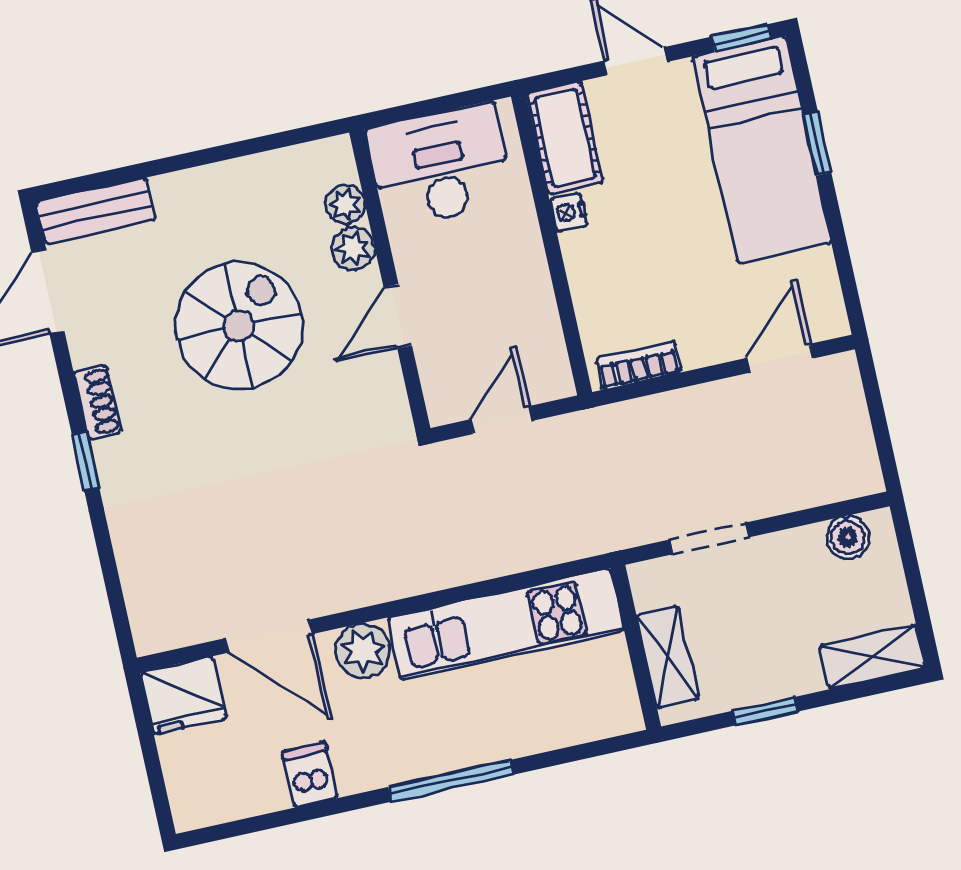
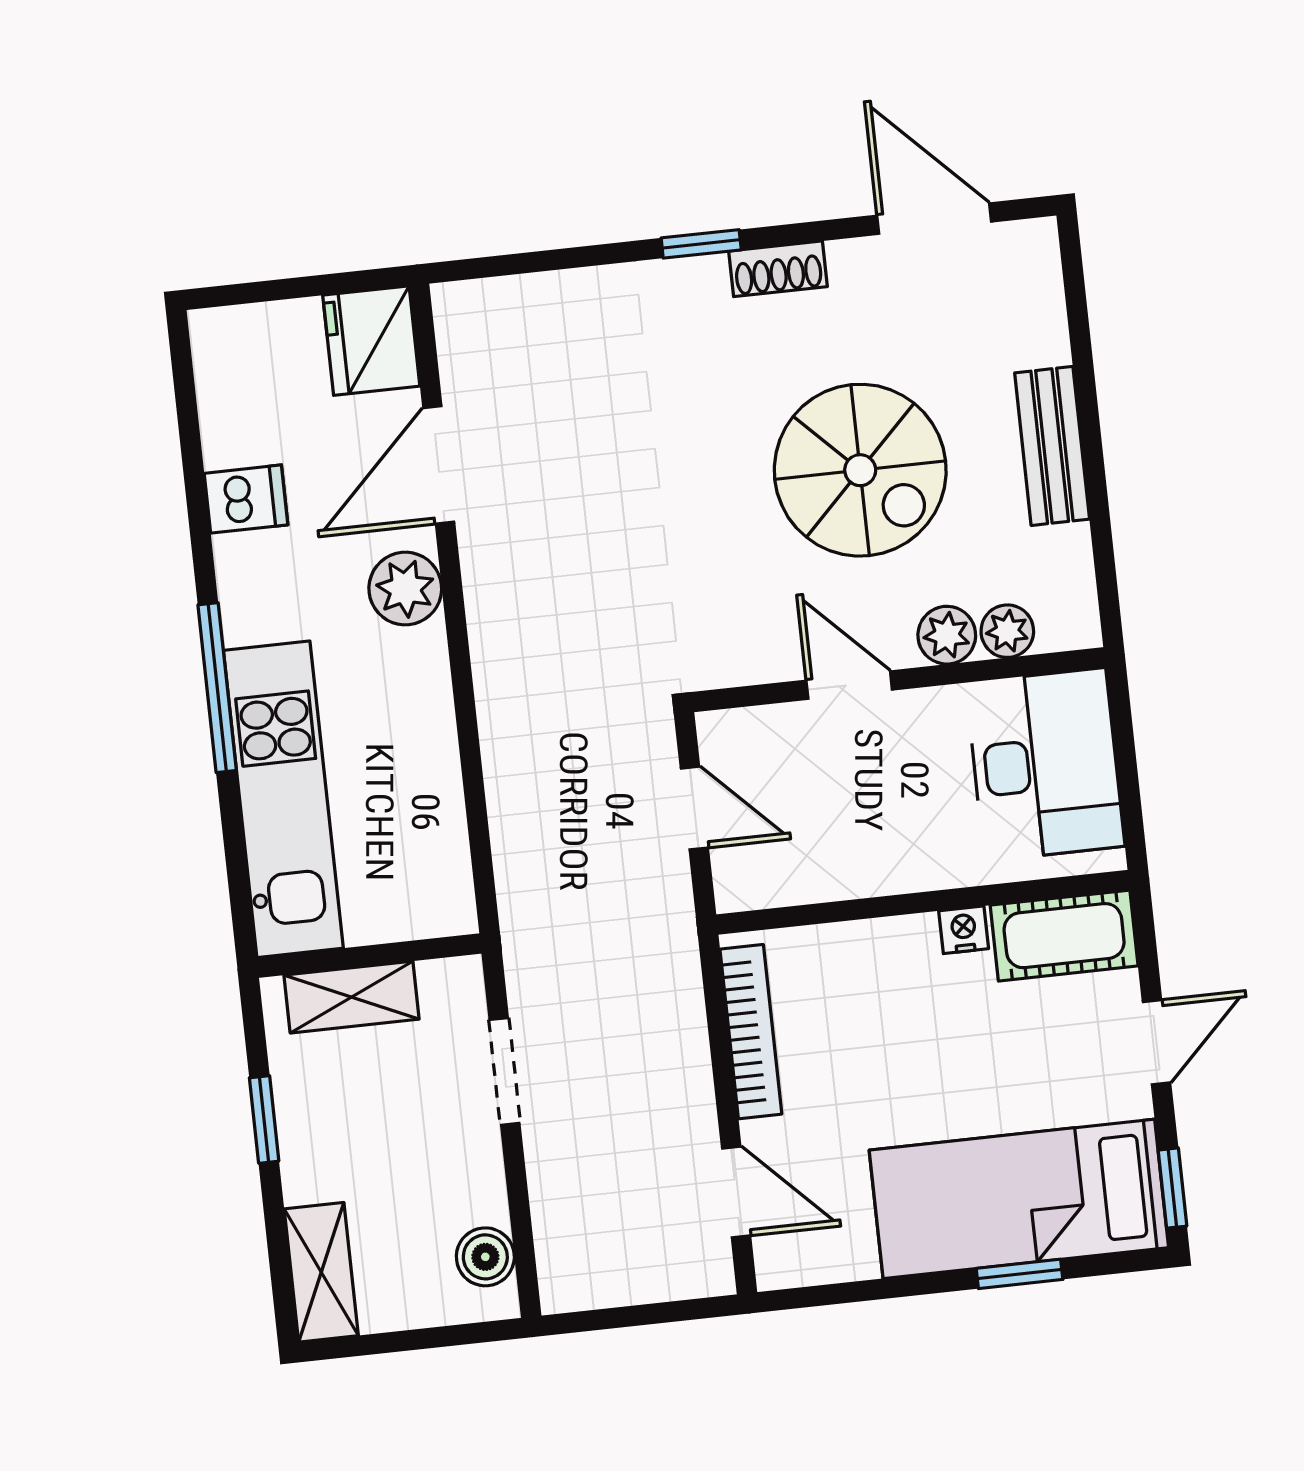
bench: (96, 211) -> (1052, 446), moved
bookcase: (638, 365) -> (751, 1032), width x1.56
kitchen unit: (506, 624) -> (283, 799), moved, turned 180

